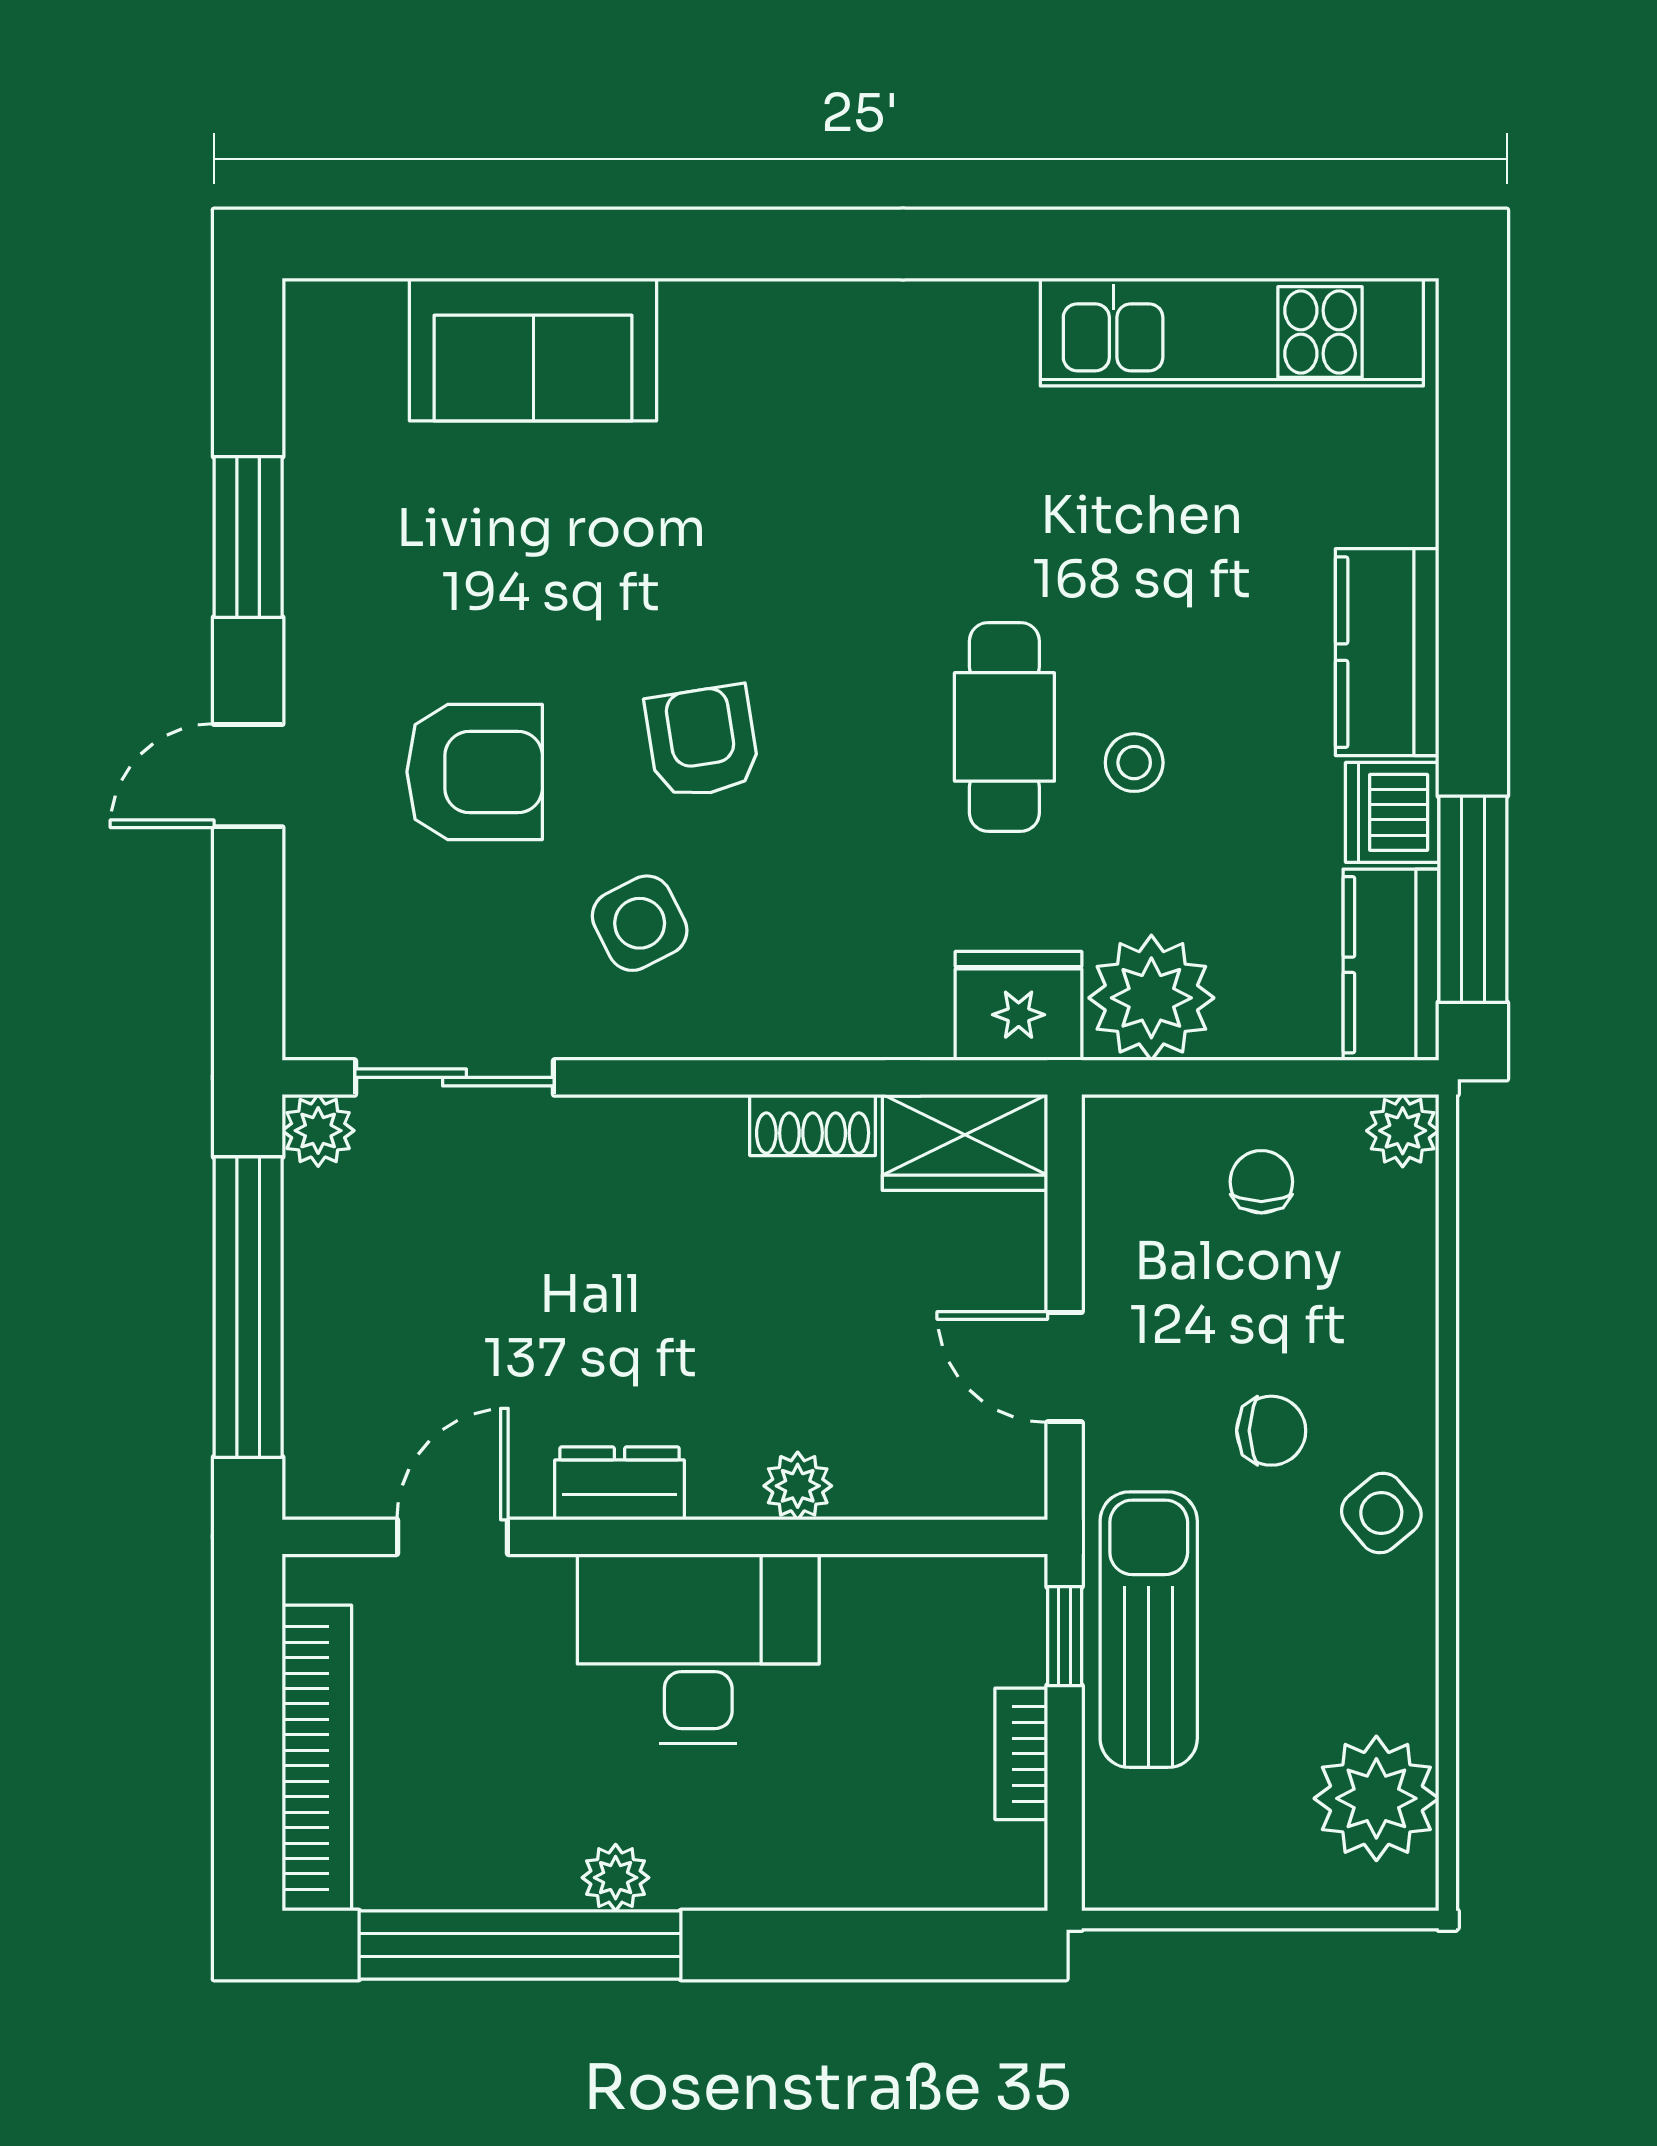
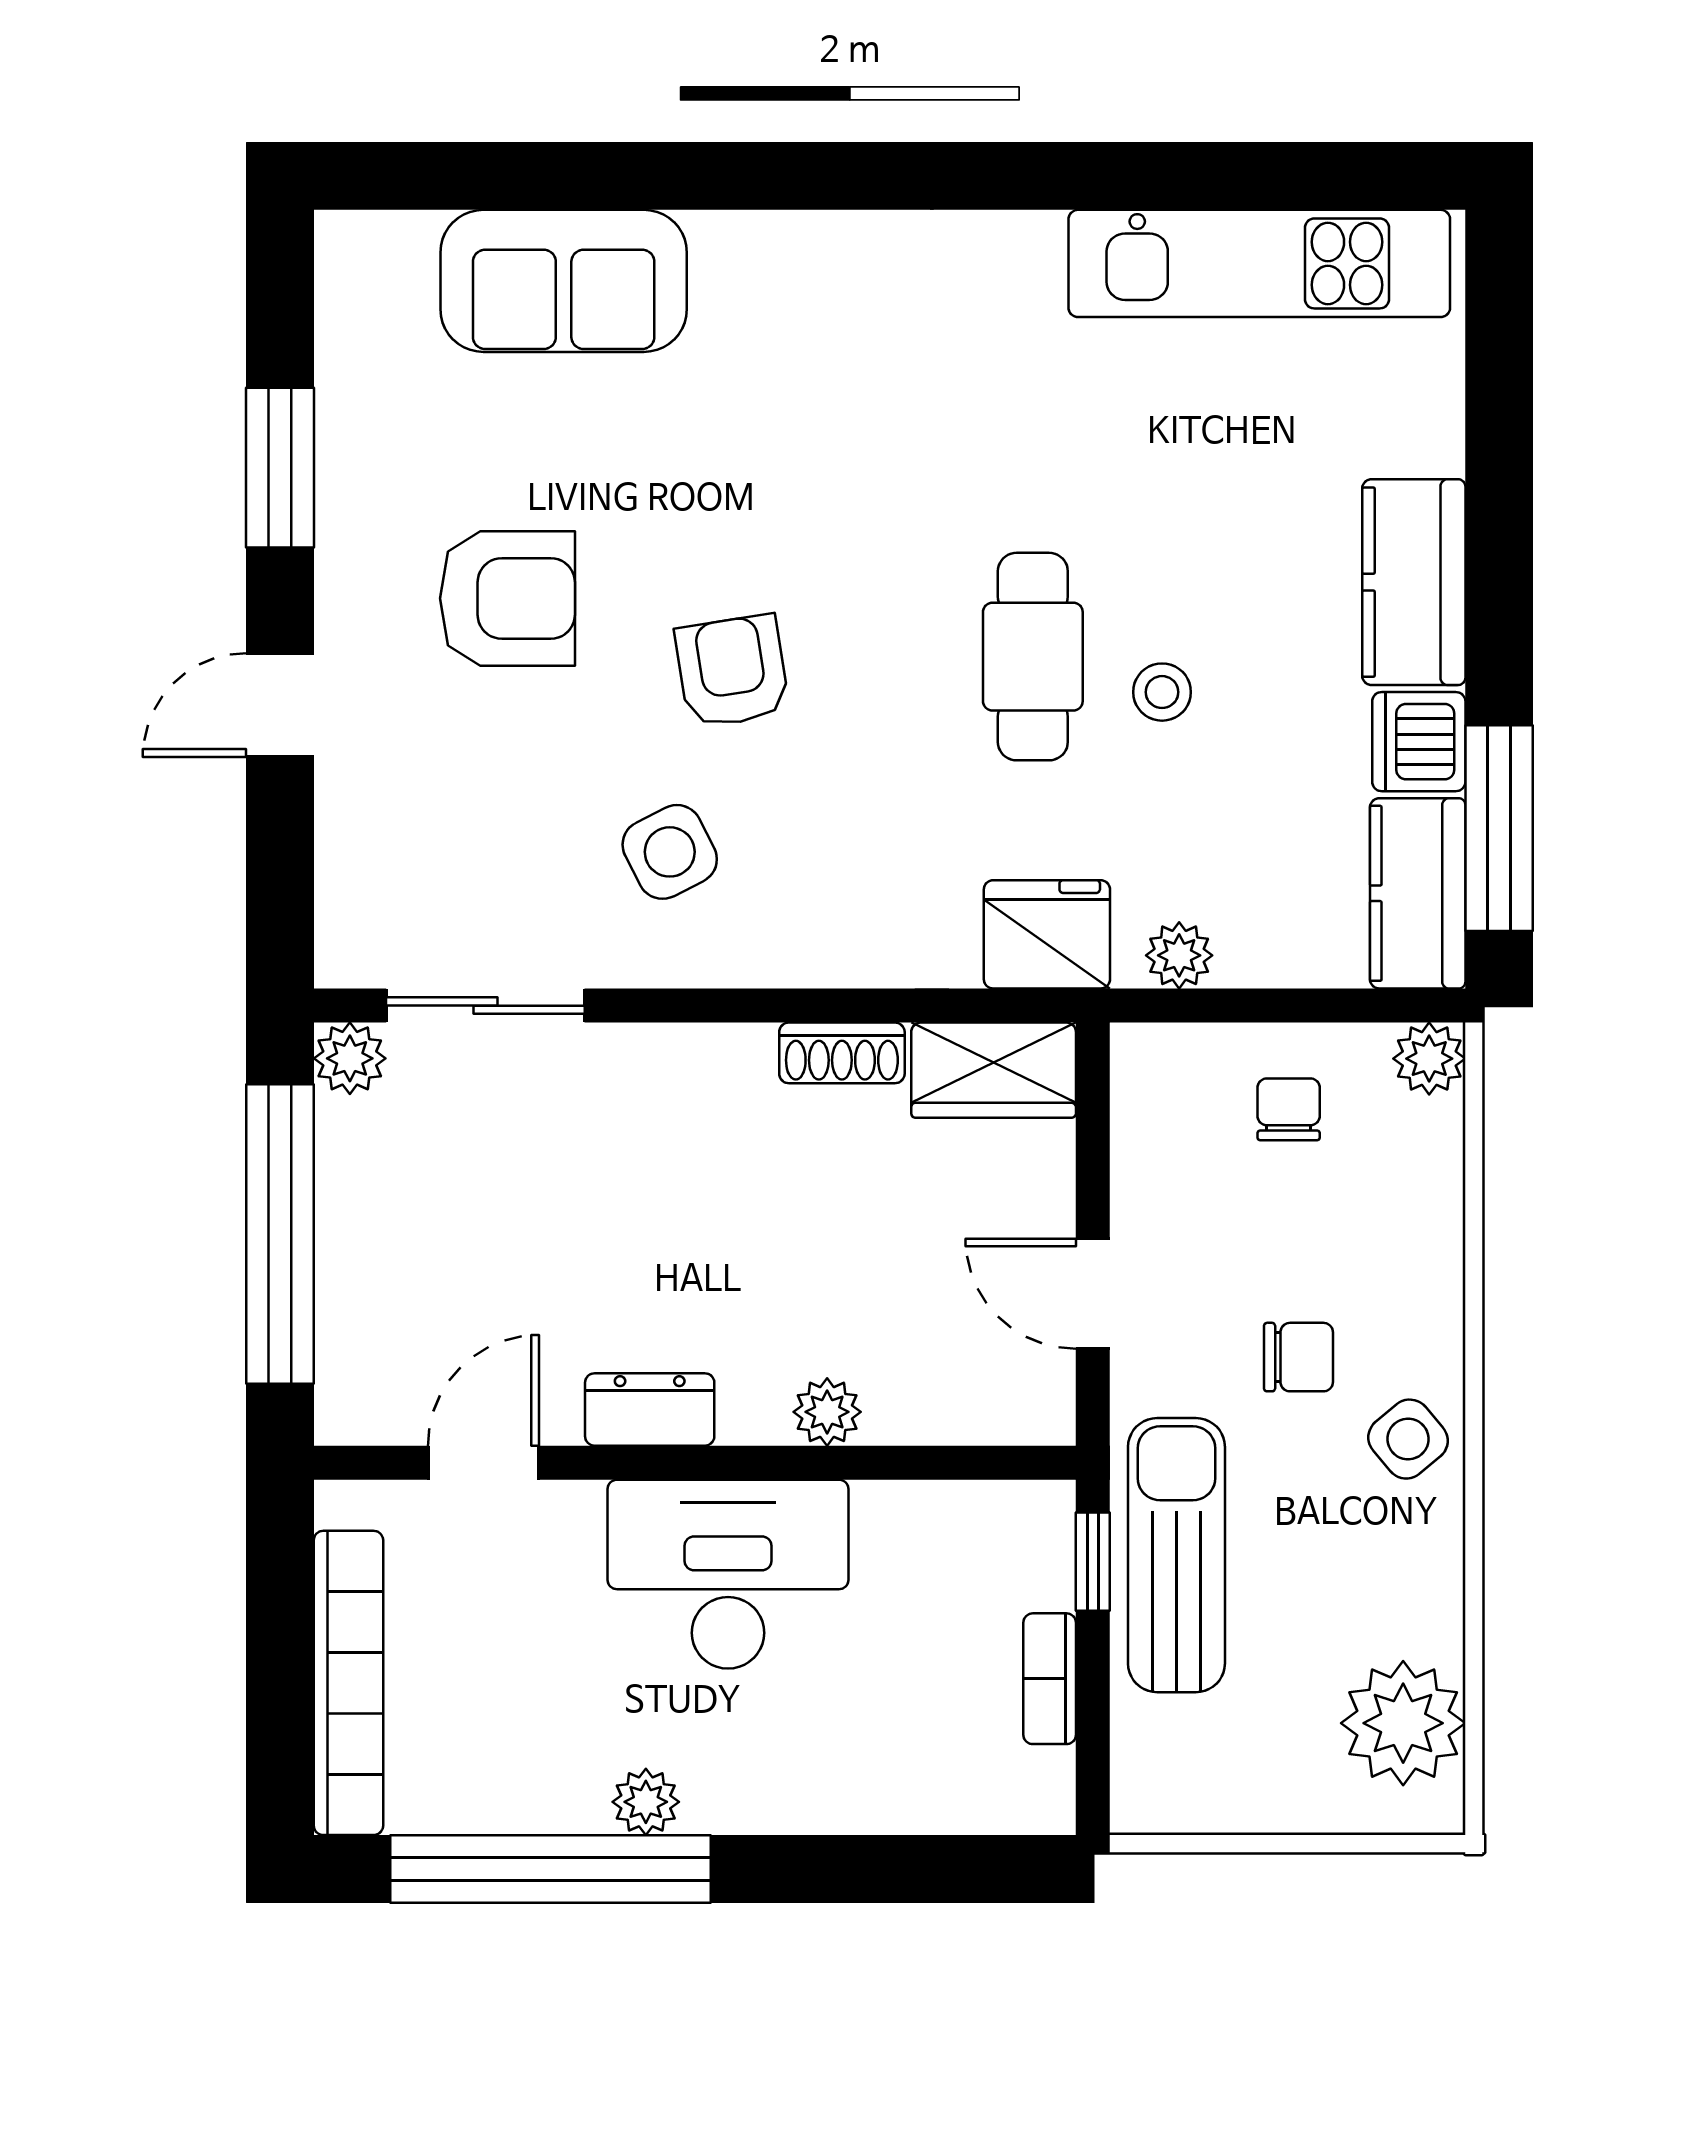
armchair: (475, 772) -> (507, 598), moved
plant: (1151, 998) -> (1179, 955), width x0.53, depth x0.53

